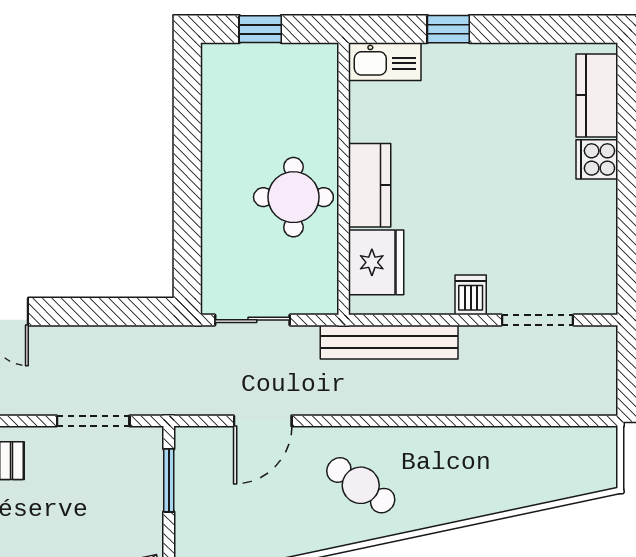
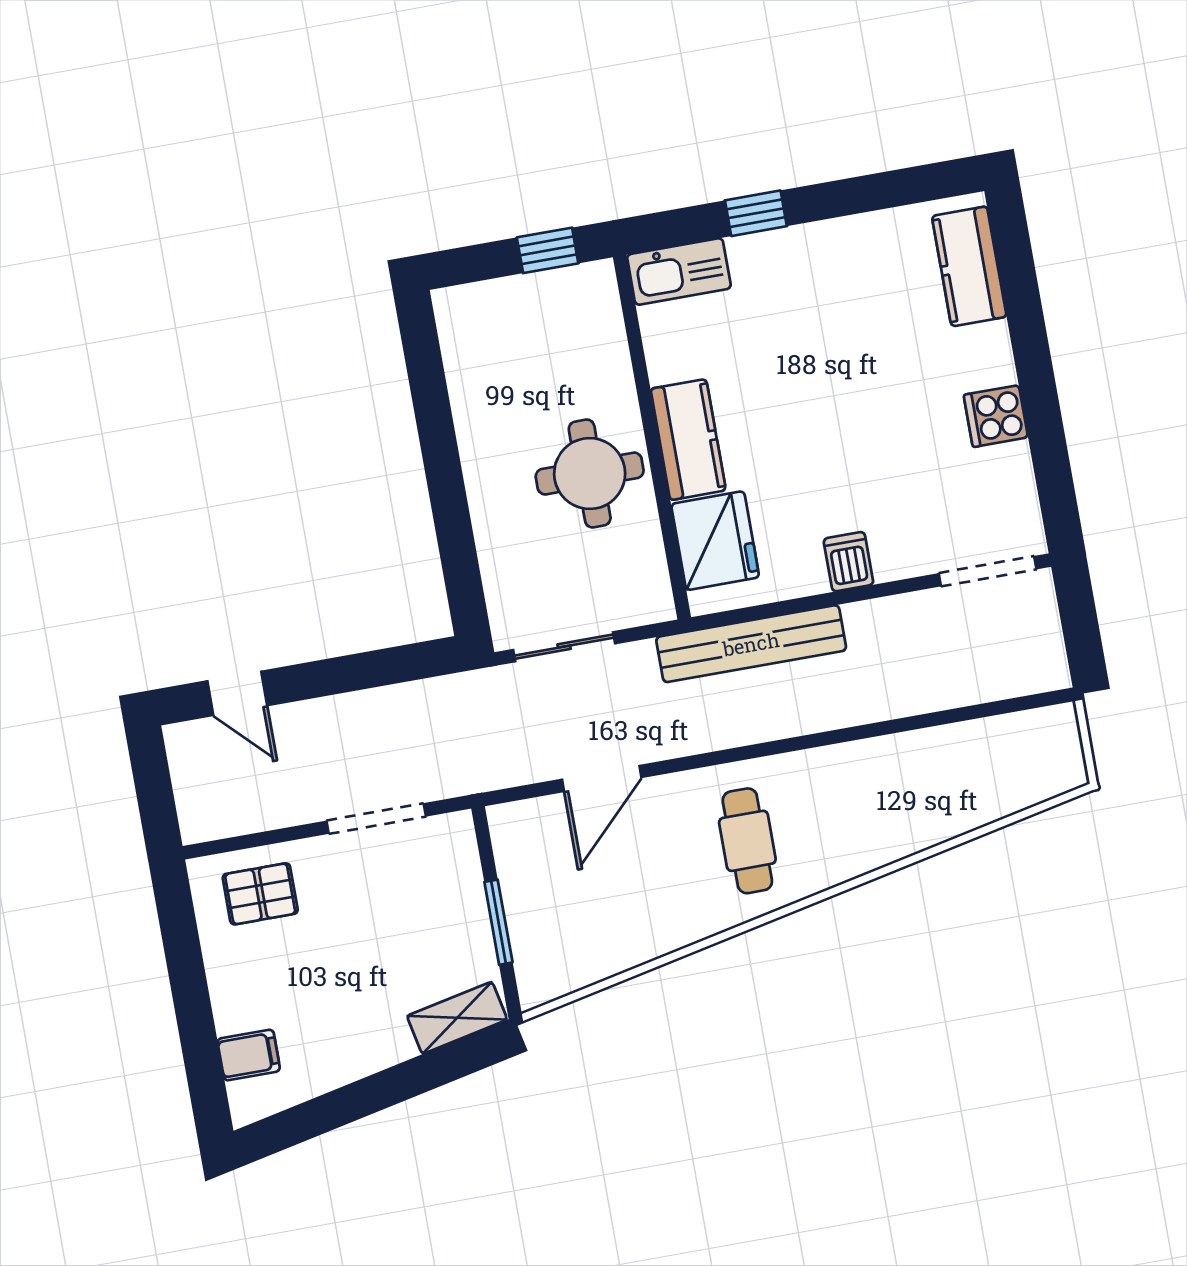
window: (260, 29) -> (548, 250), moved
cooker: (597, 159) -> (996, 416), moved
doorway: (538, 320) -> (988, 571), moved
window: (169, 480) -> (498, 922), moved
cafe table: (361, 485) -> (747, 841), turned 55

